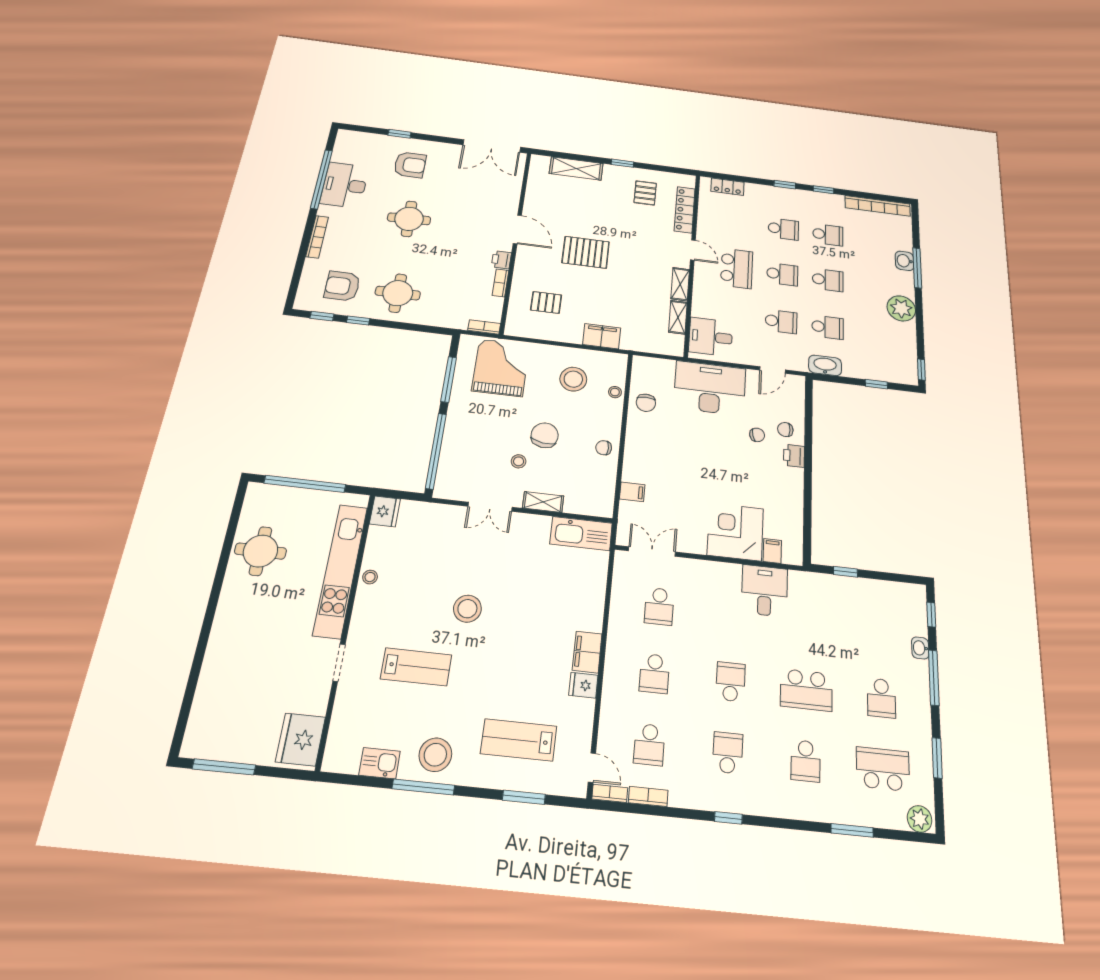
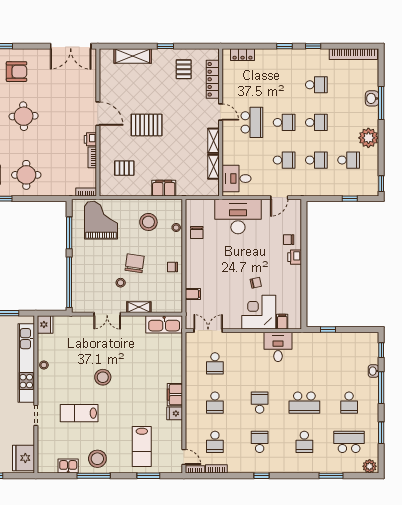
school desk: (783, 229) -> (349, 160), moved
washbasin: (825, 365) -> (315, 189), removed
chair: (757, 435) -> (256, 283), moved
lab bench: (416, 667) -> (79, 413), turned 180
lab bench: (519, 740) -> (142, 447), turned -90

